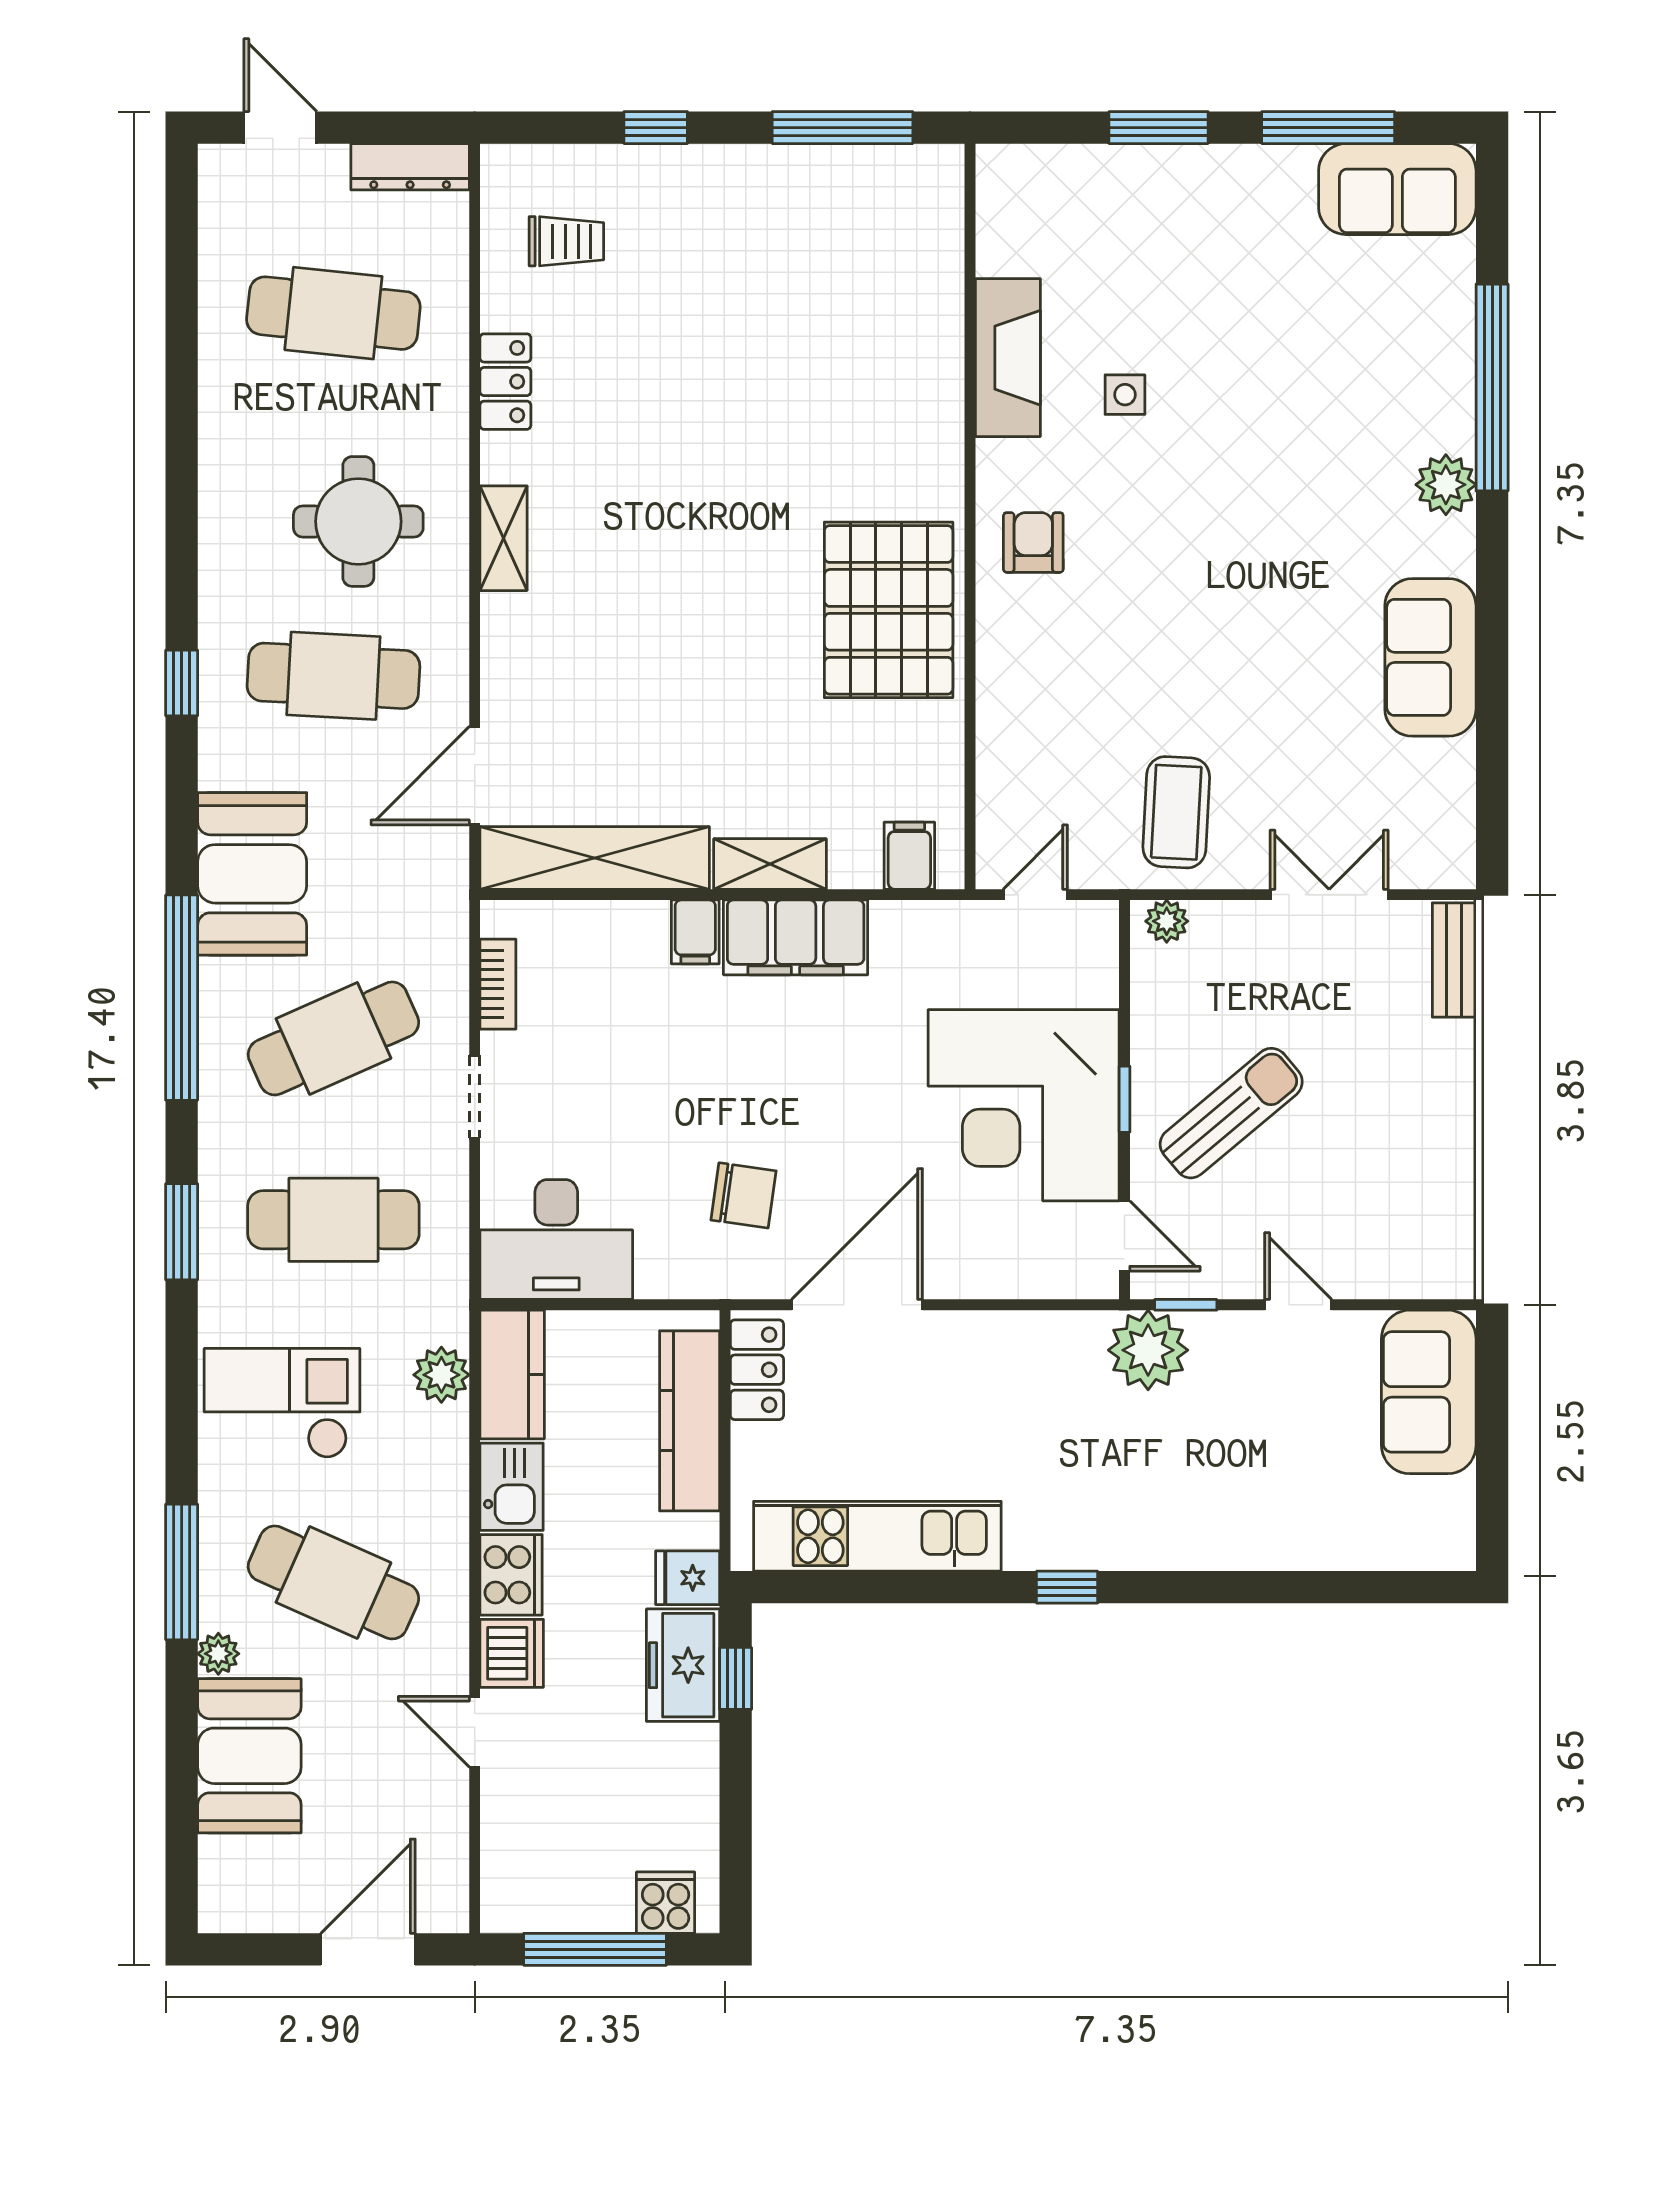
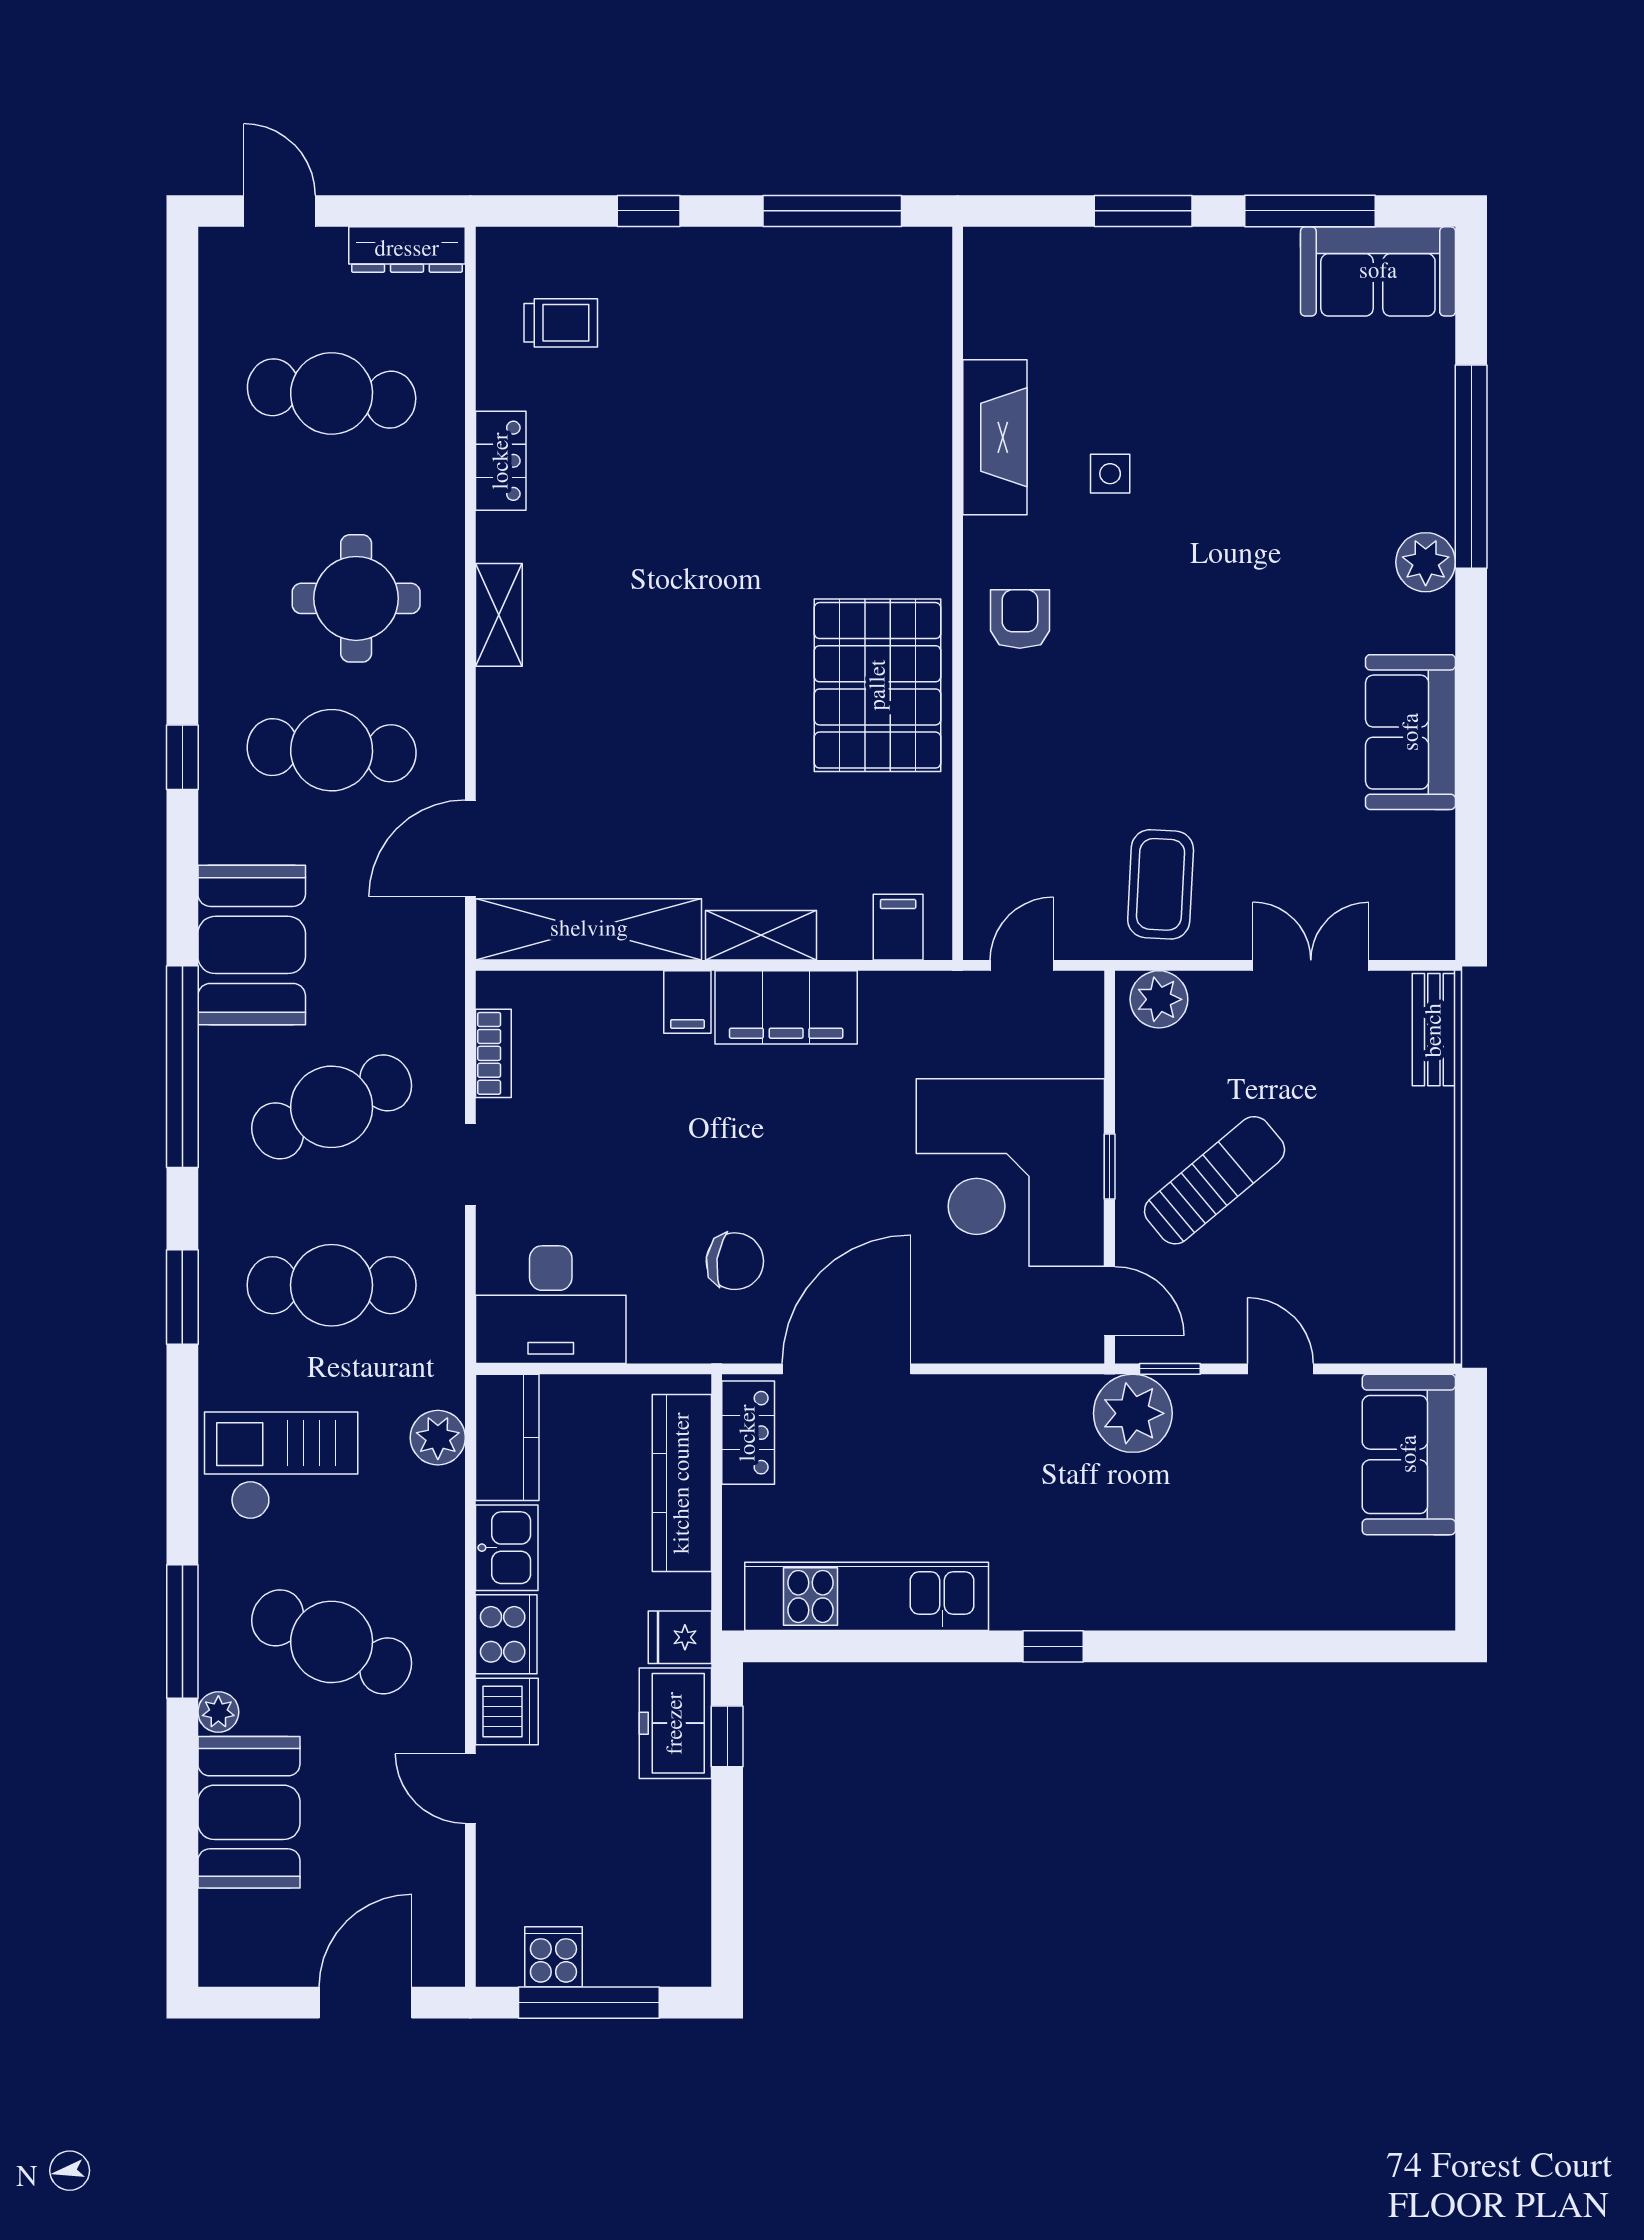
plant: (1167, 921) -> (1159, 999), width x1.38, depth x1.38
cooker: (666, 1903) -> (553, 1957), moved

